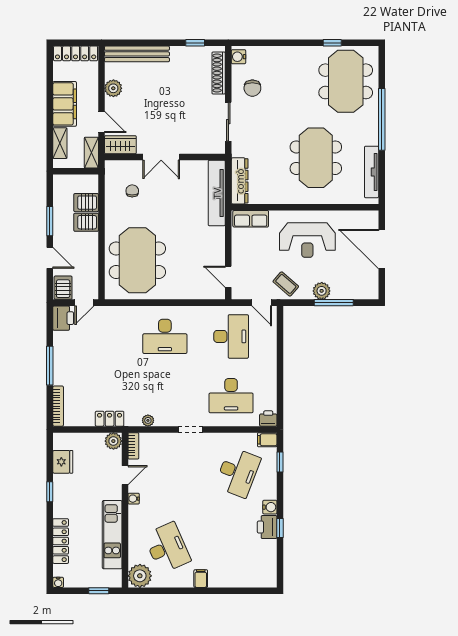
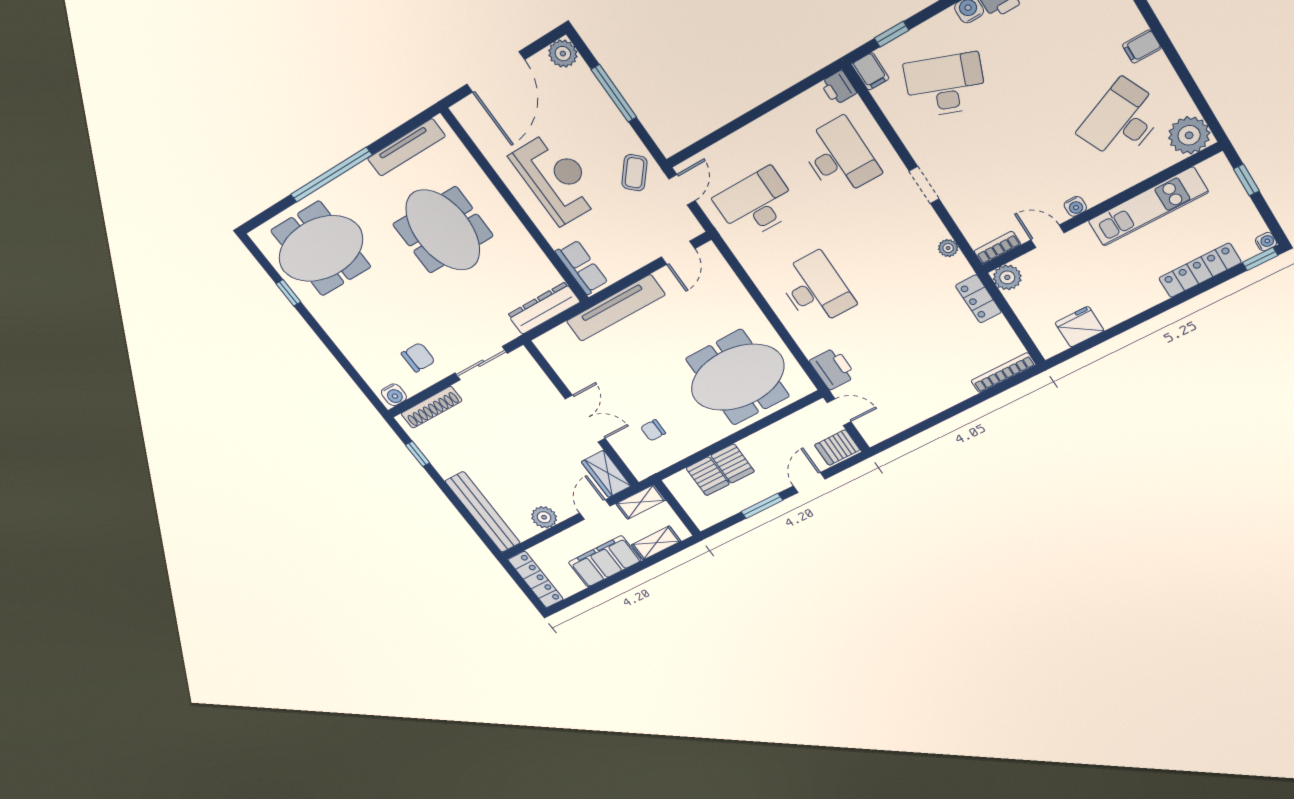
meeting table: (316, 158) -> (443, 230), turned 90
tv unit: (217, 193) -> (616, 308), moved
plant: (322, 291) -> (563, 54), moved
printer: (63, 318) -> (833, 369), moved, turned 90
window: (50, 366) -> (954, 411), removed
window: (50, 492) -> (1260, 259), moved

